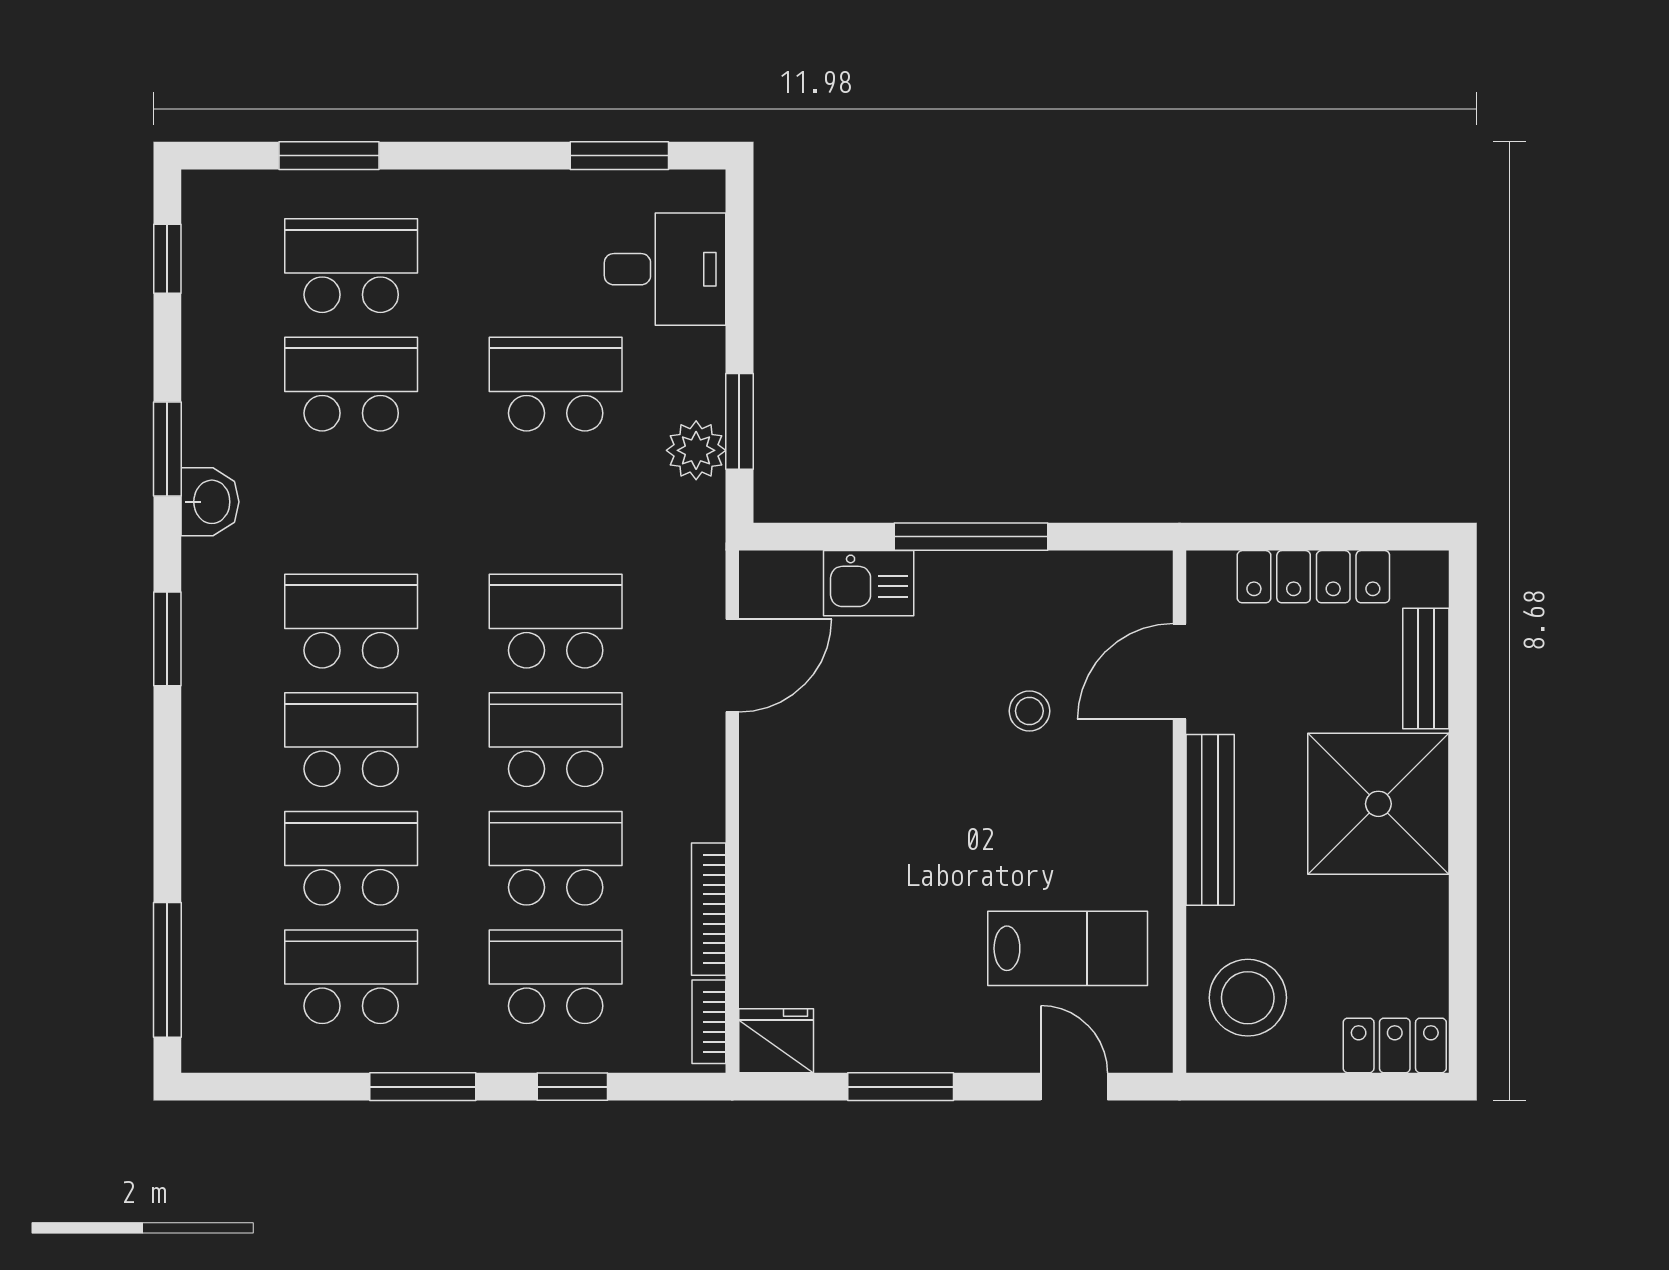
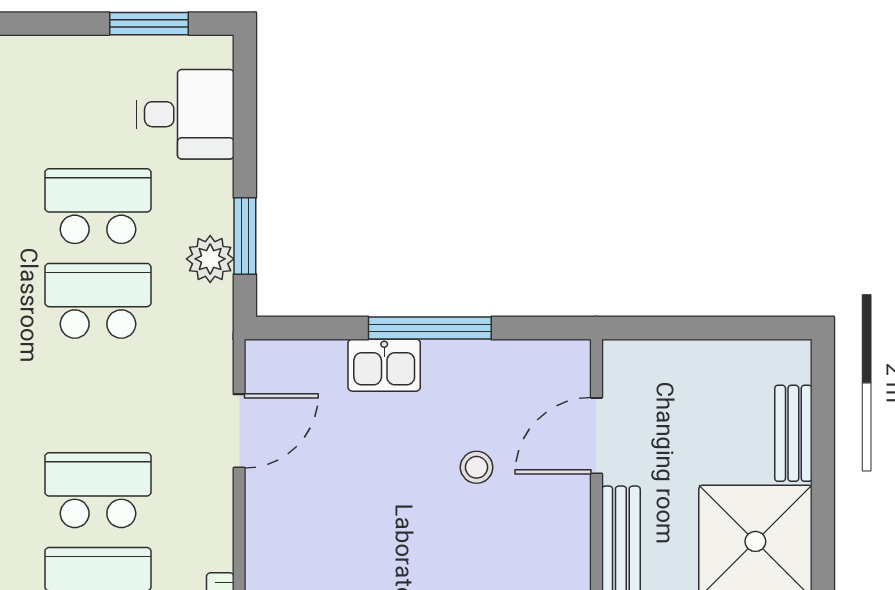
locker: (1313, 577) -> (703, 360), removed
kitchen sink: (869, 583) -> (384, 365), moved
school desk: (556, 621) -> (98, 301), moved

